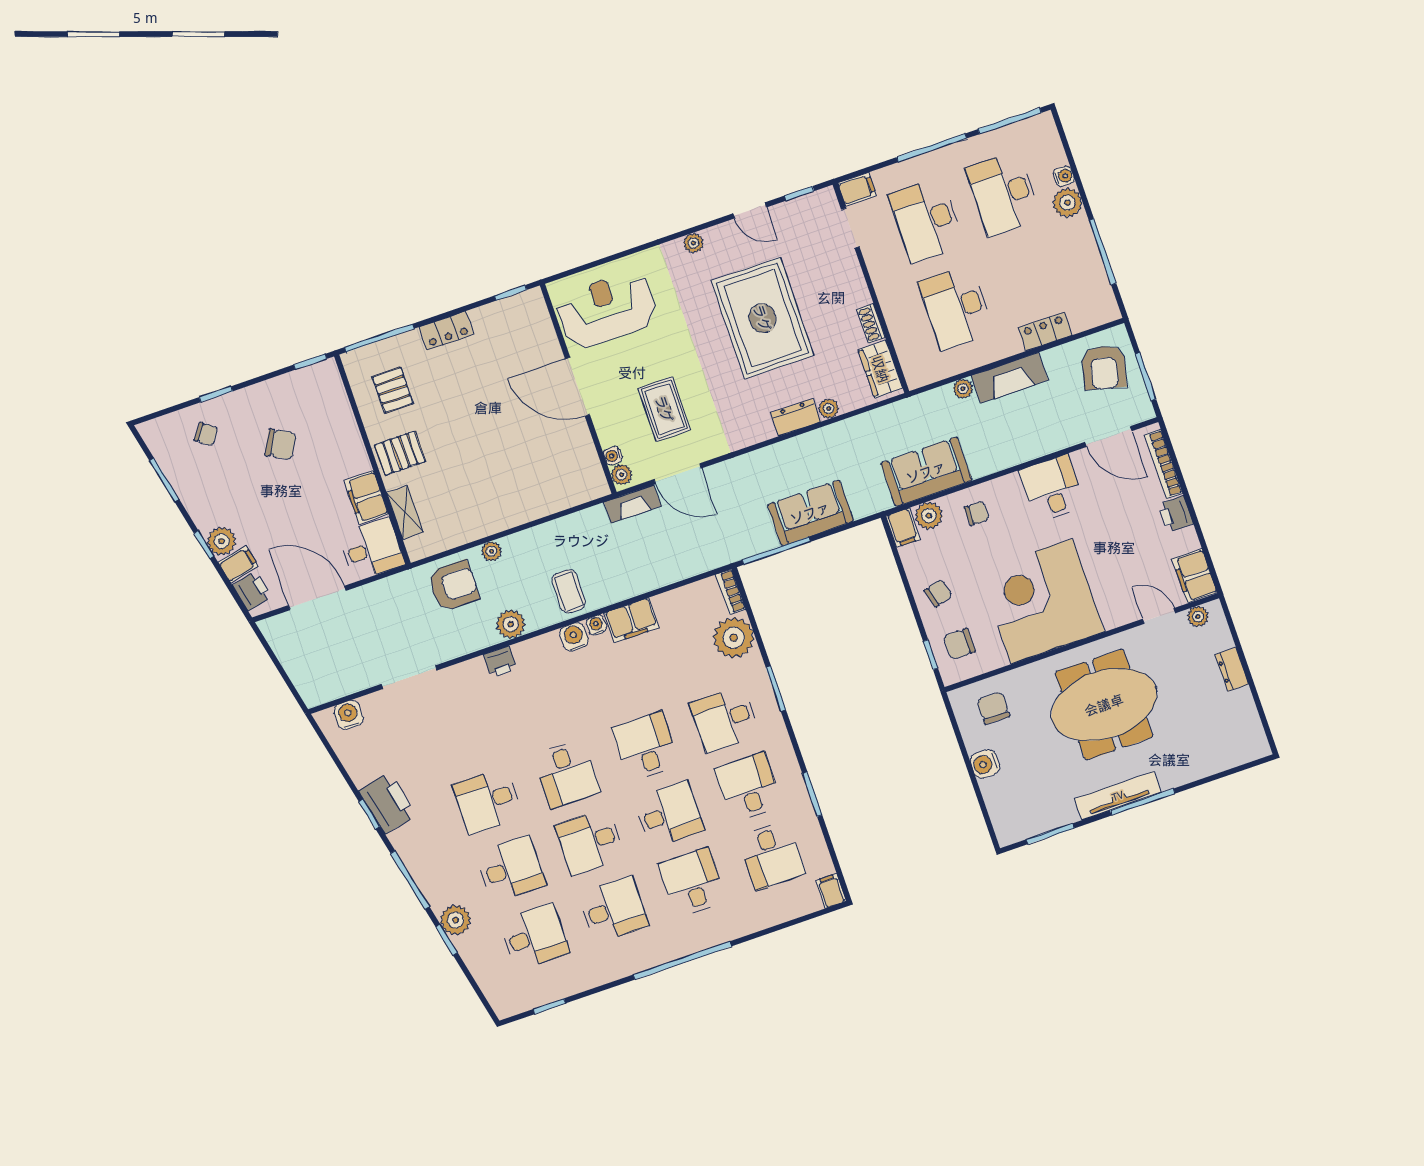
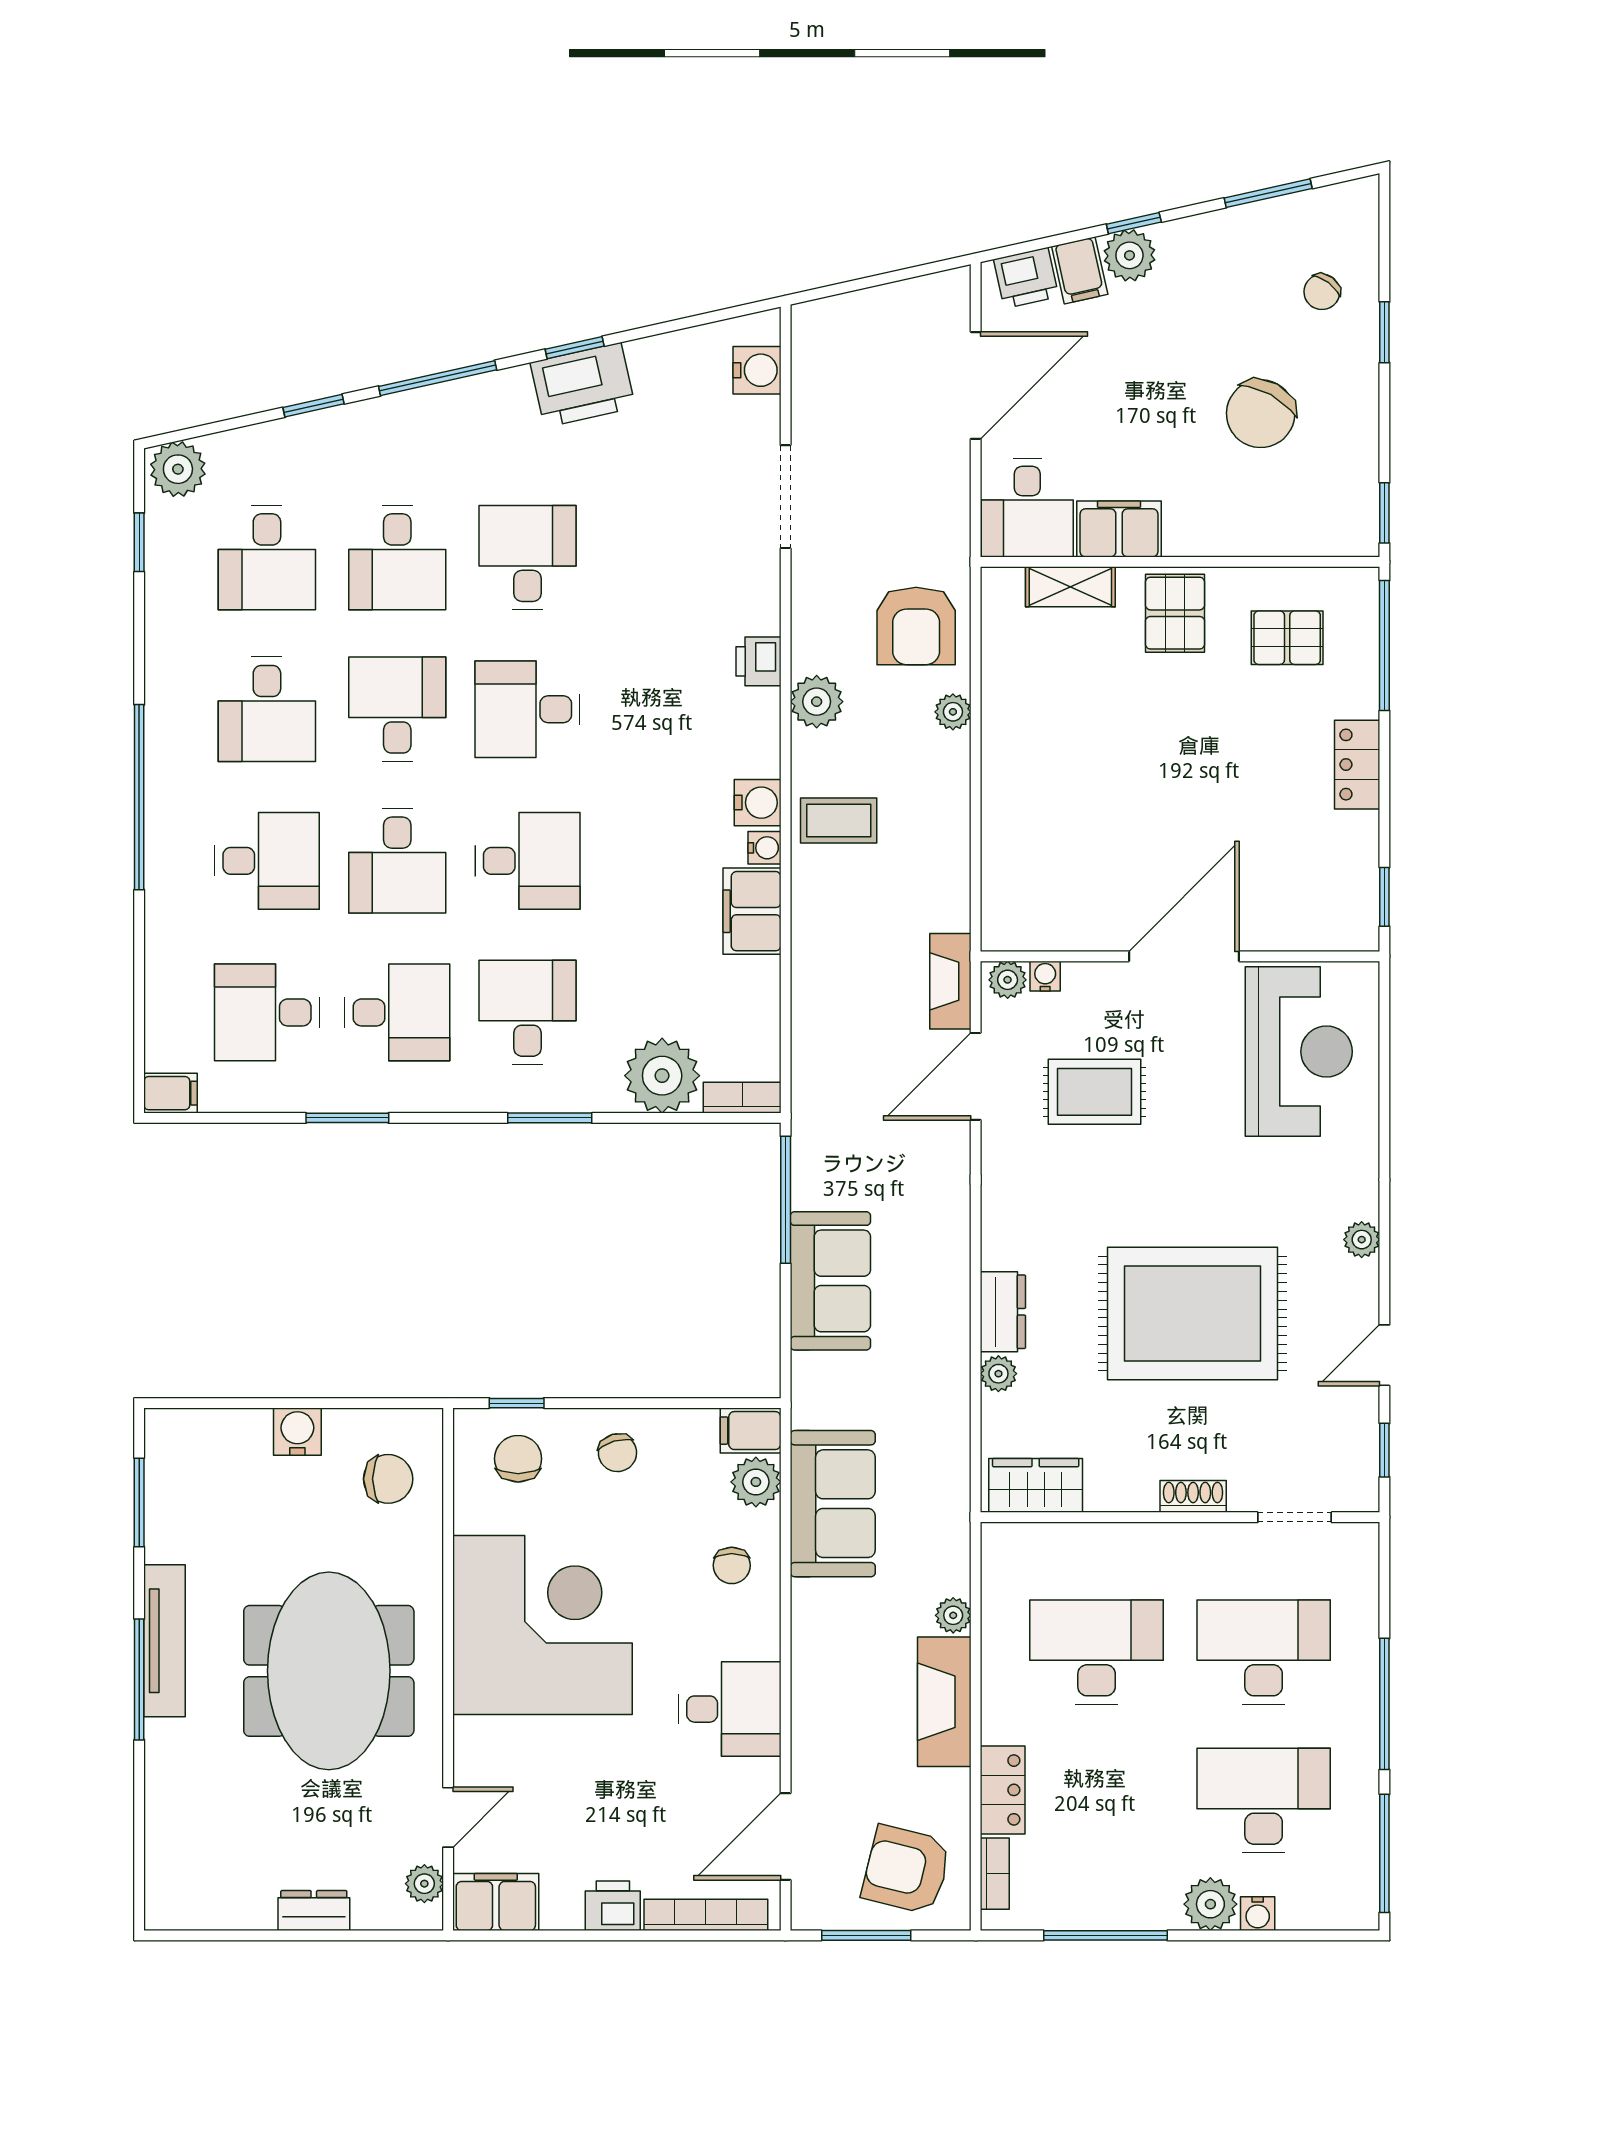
filing cabinet: (857, 189) -> (1357, 1552), removed
bookcase: (1090, 321) -> (995, 1874), added
shoe rack: (871, 324) -> (1193, 1496), moved
chair: (281, 444) -> (1261, 414), width x1.37, depth x1.37
plant: (456, 920) -> (178, 469), moved

